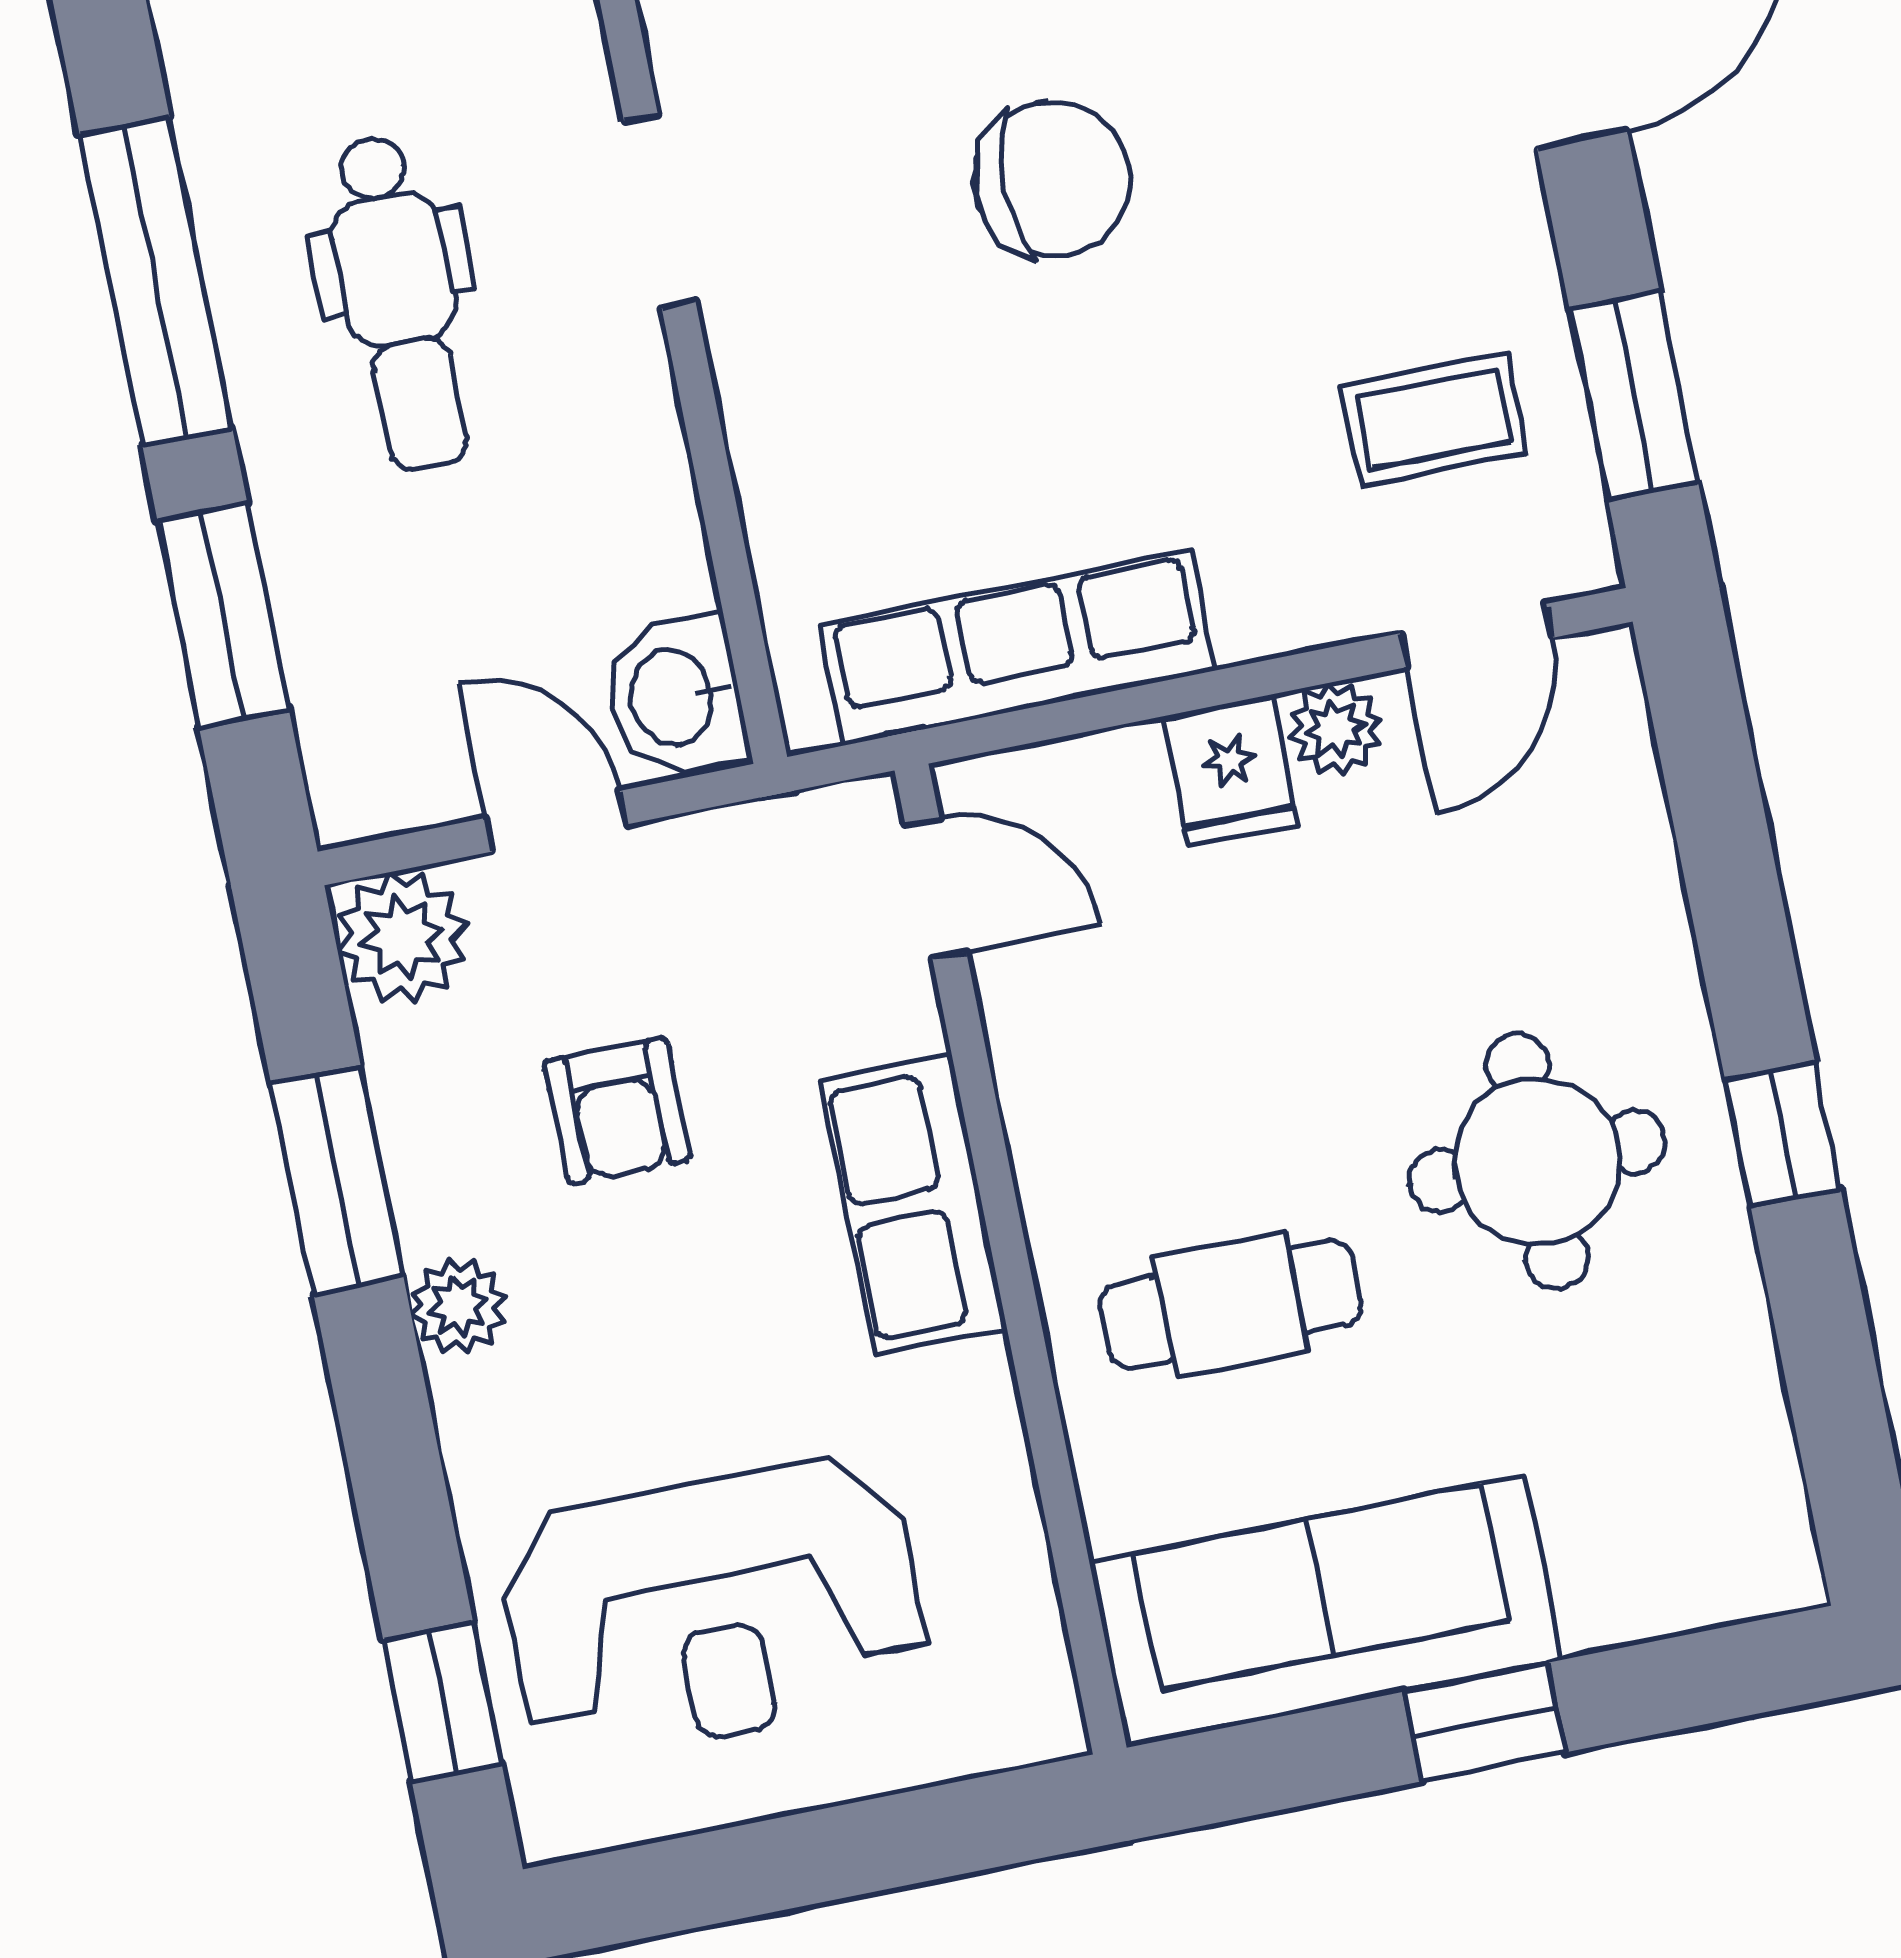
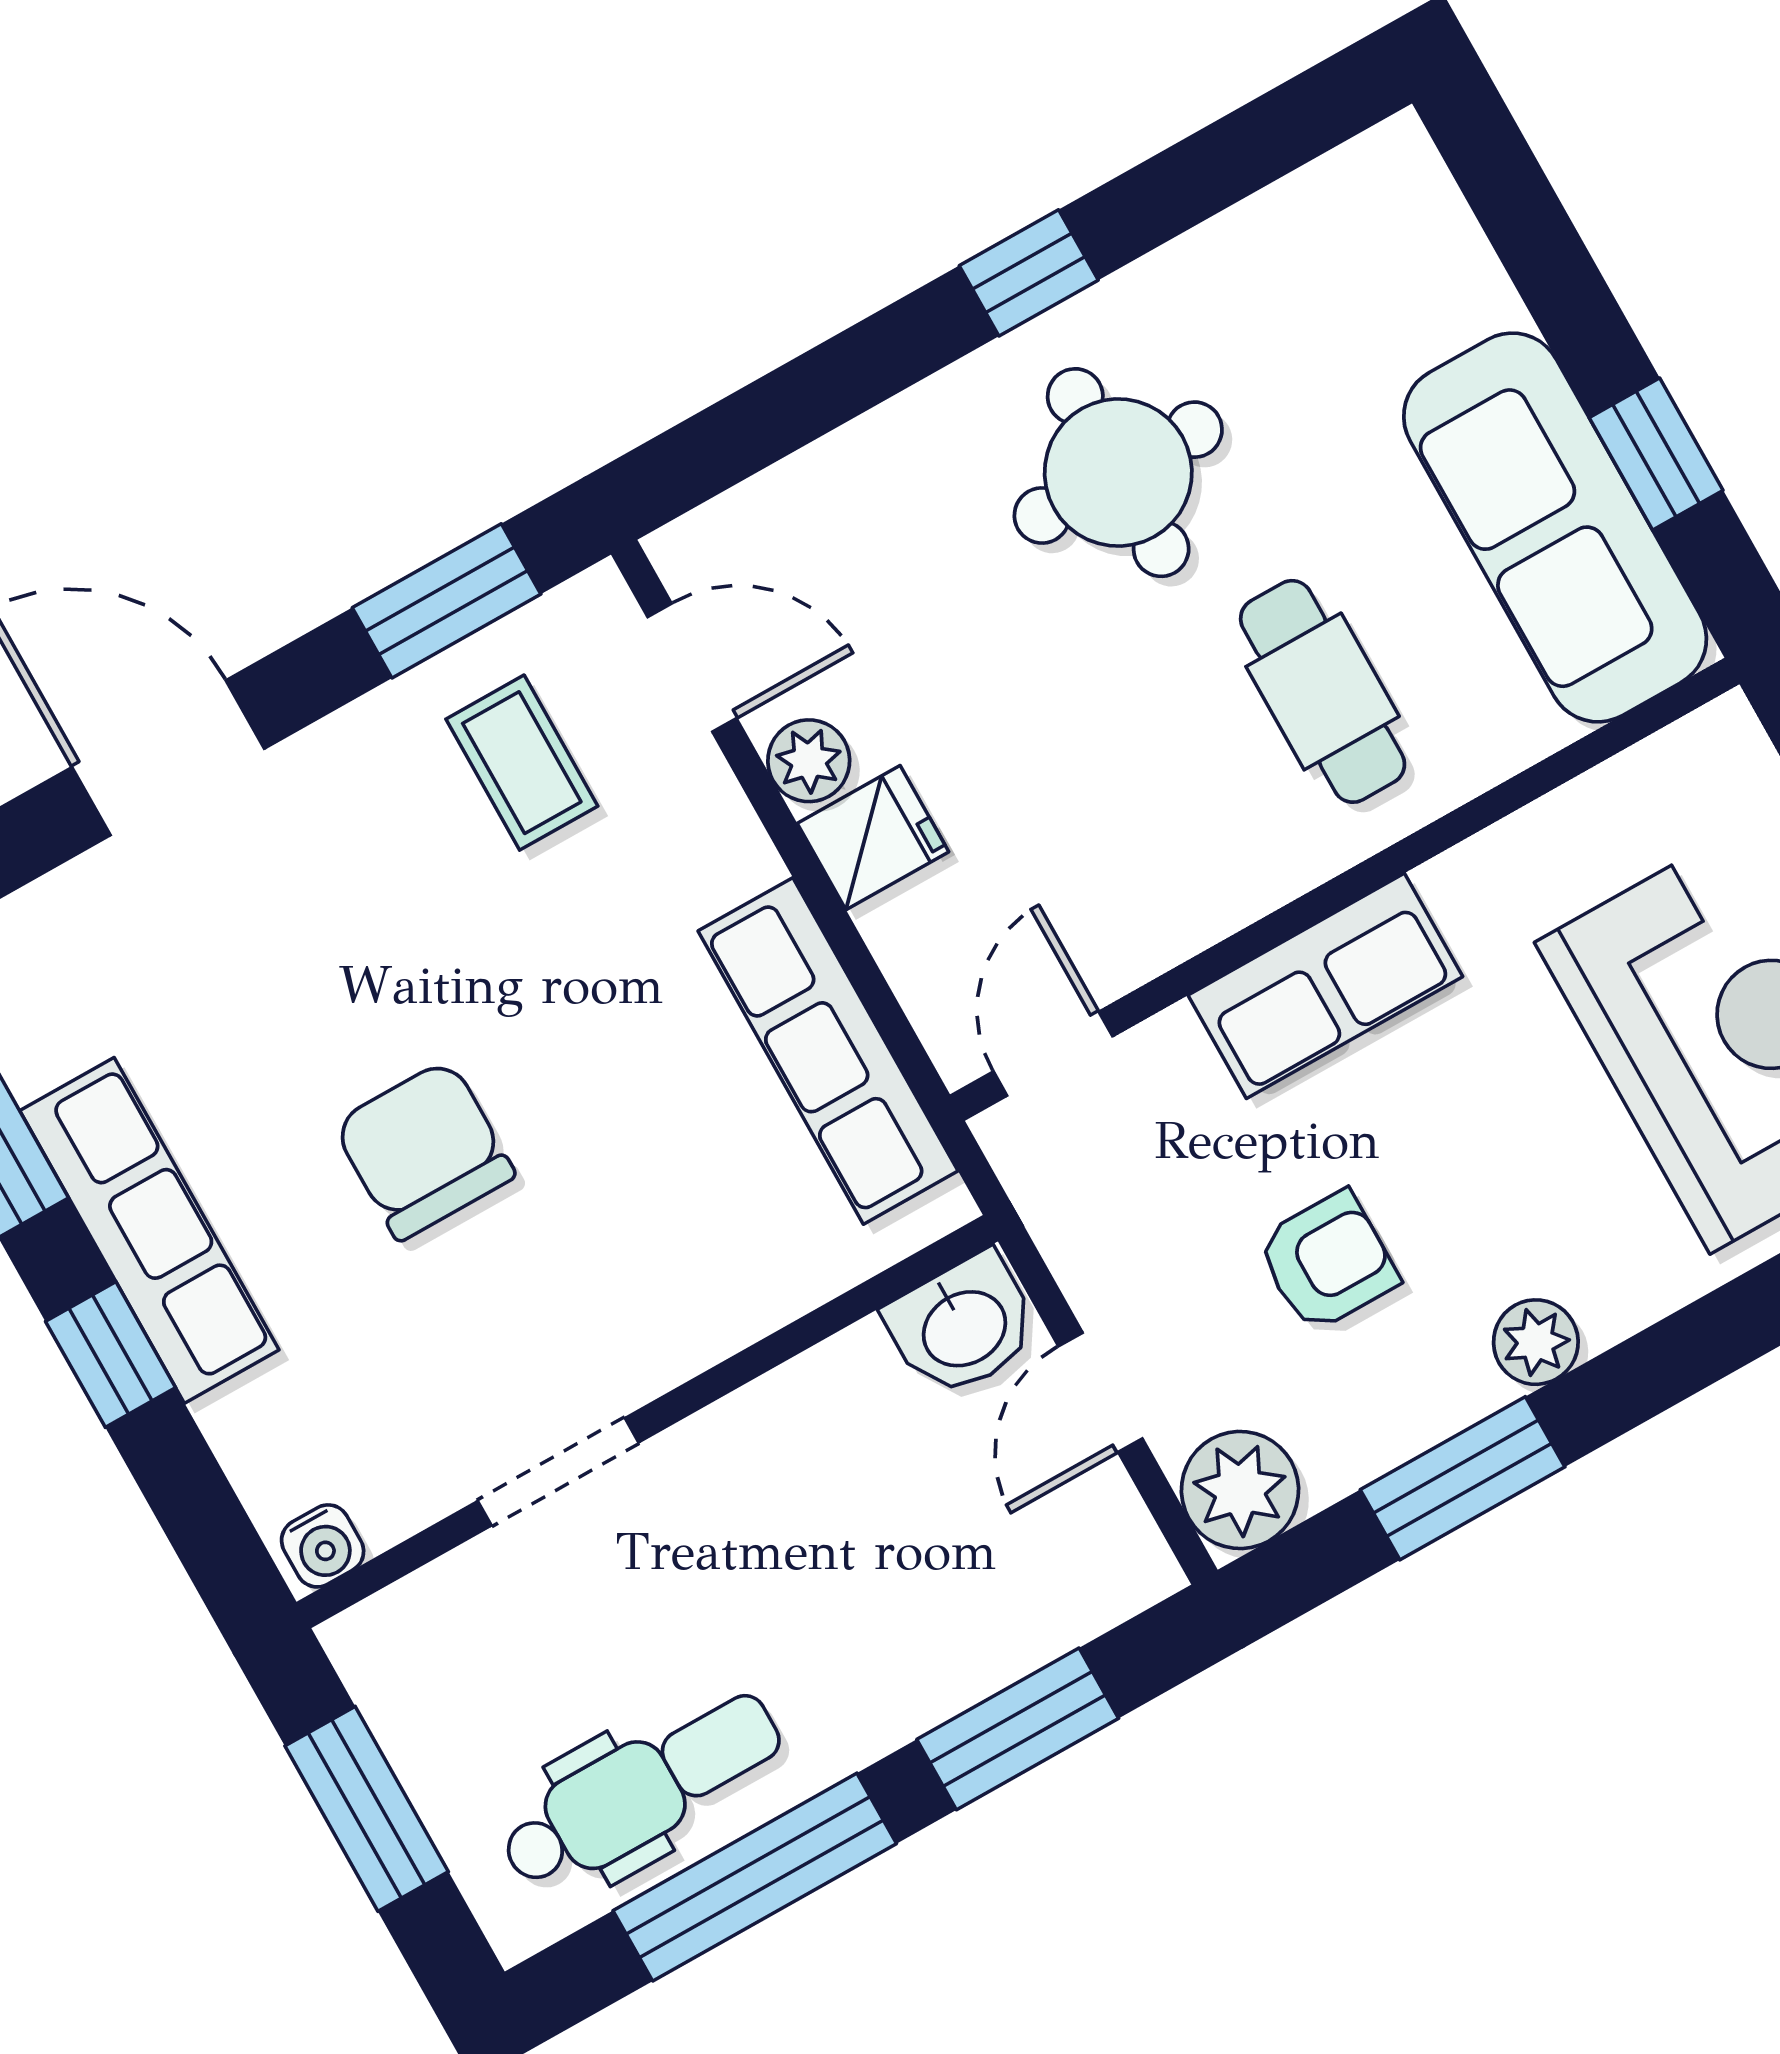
dental chair: (400, 302) -> (641, 1791), moved
window: (1485, 1722) -> (1656, 454), moved

